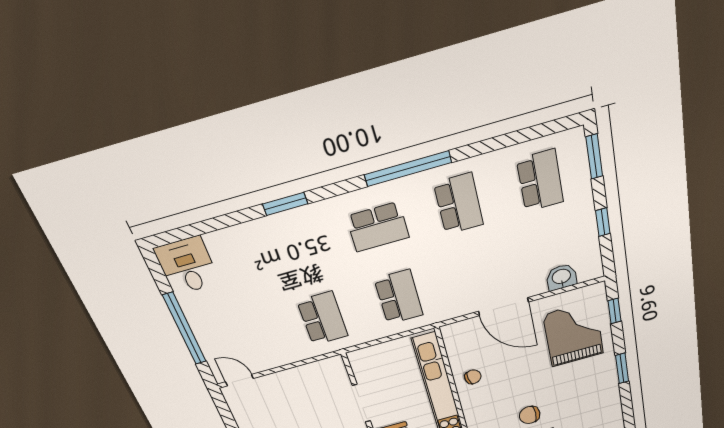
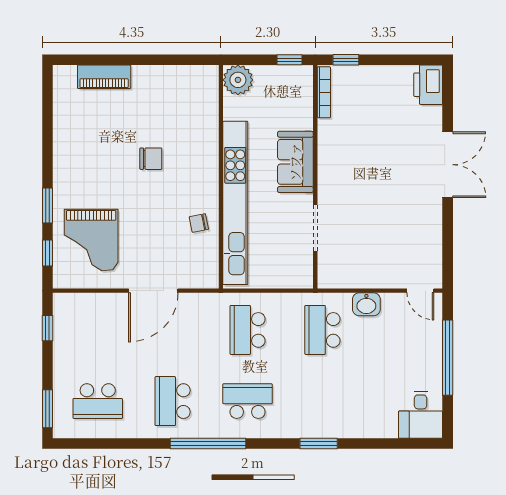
school desk: (540, 181) -> (98, 401), turned -90
window: (603, 222) -> (47, 328), moved
washbasin: (561, 277) -> (366, 304), moved
door: (503, 307) -> (153, 291), swing flipped
window: (622, 368) -> (47, 205), moved

